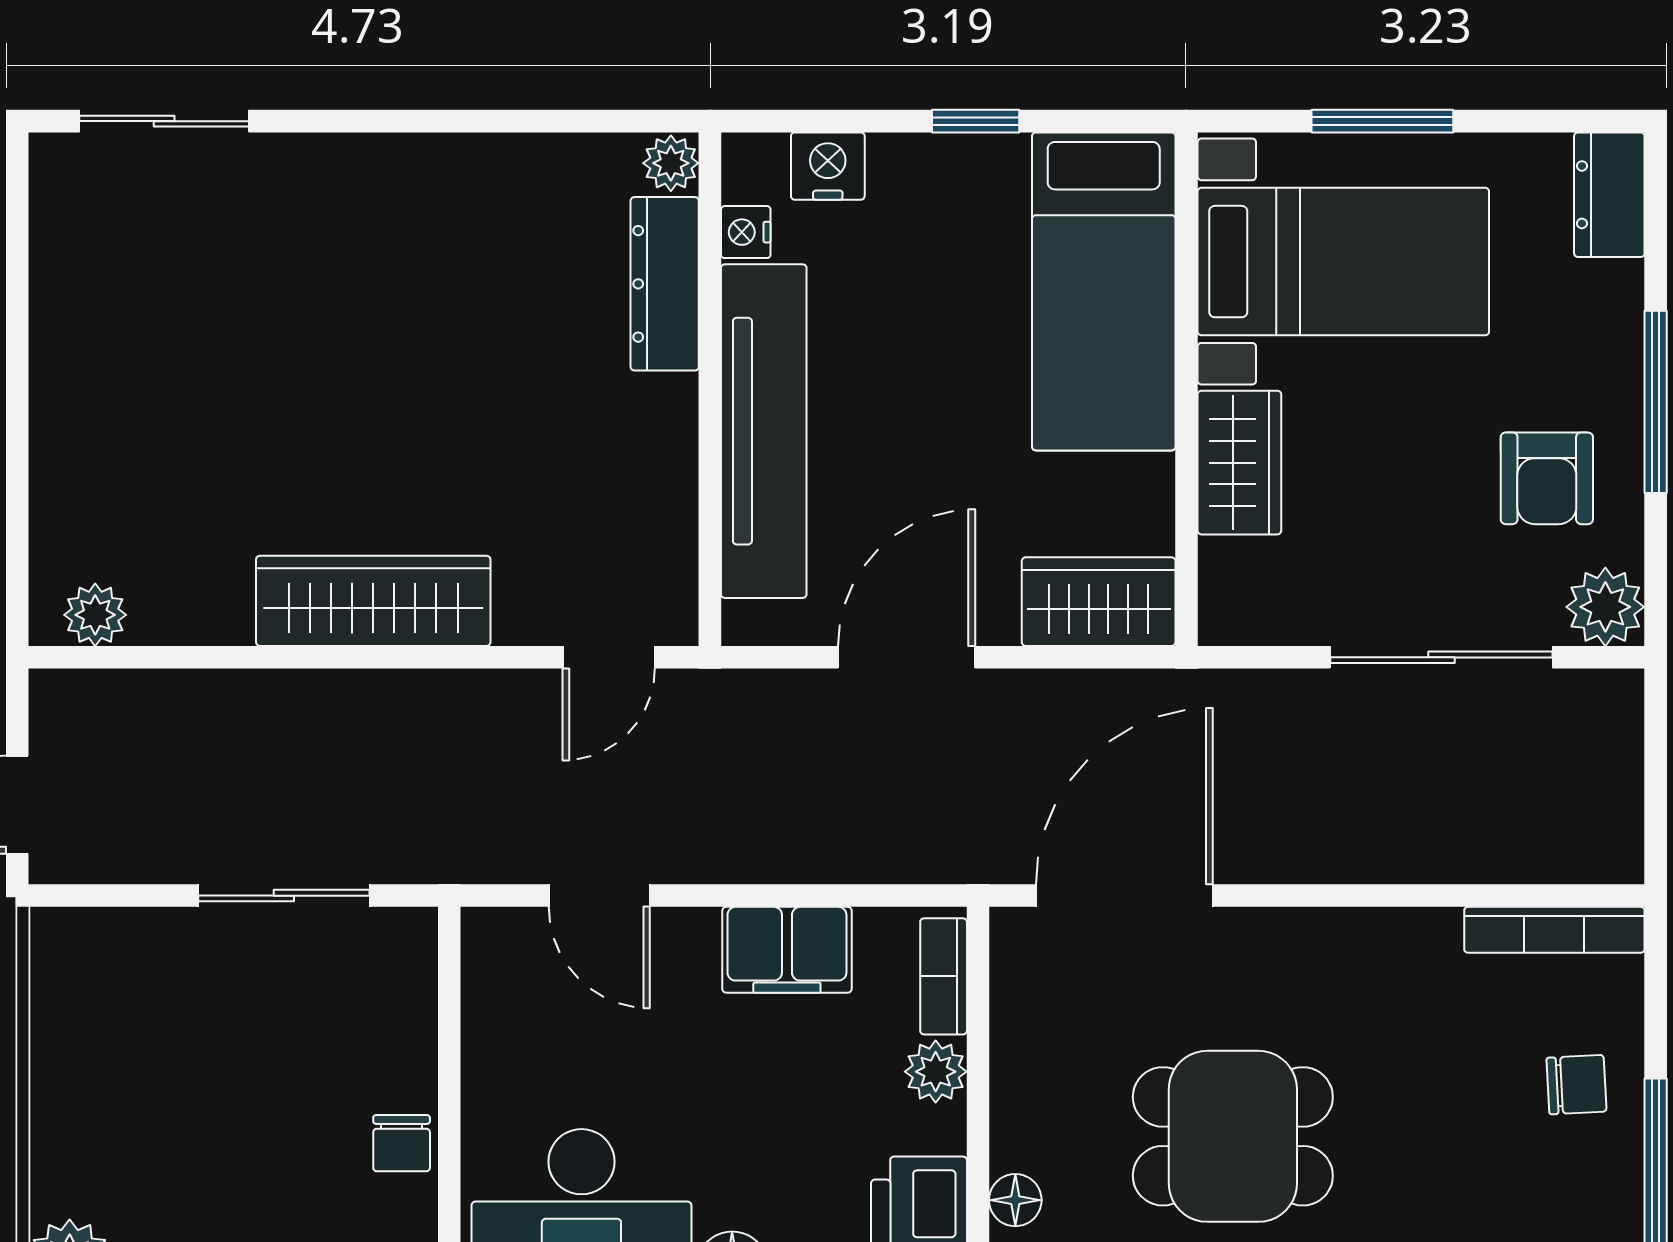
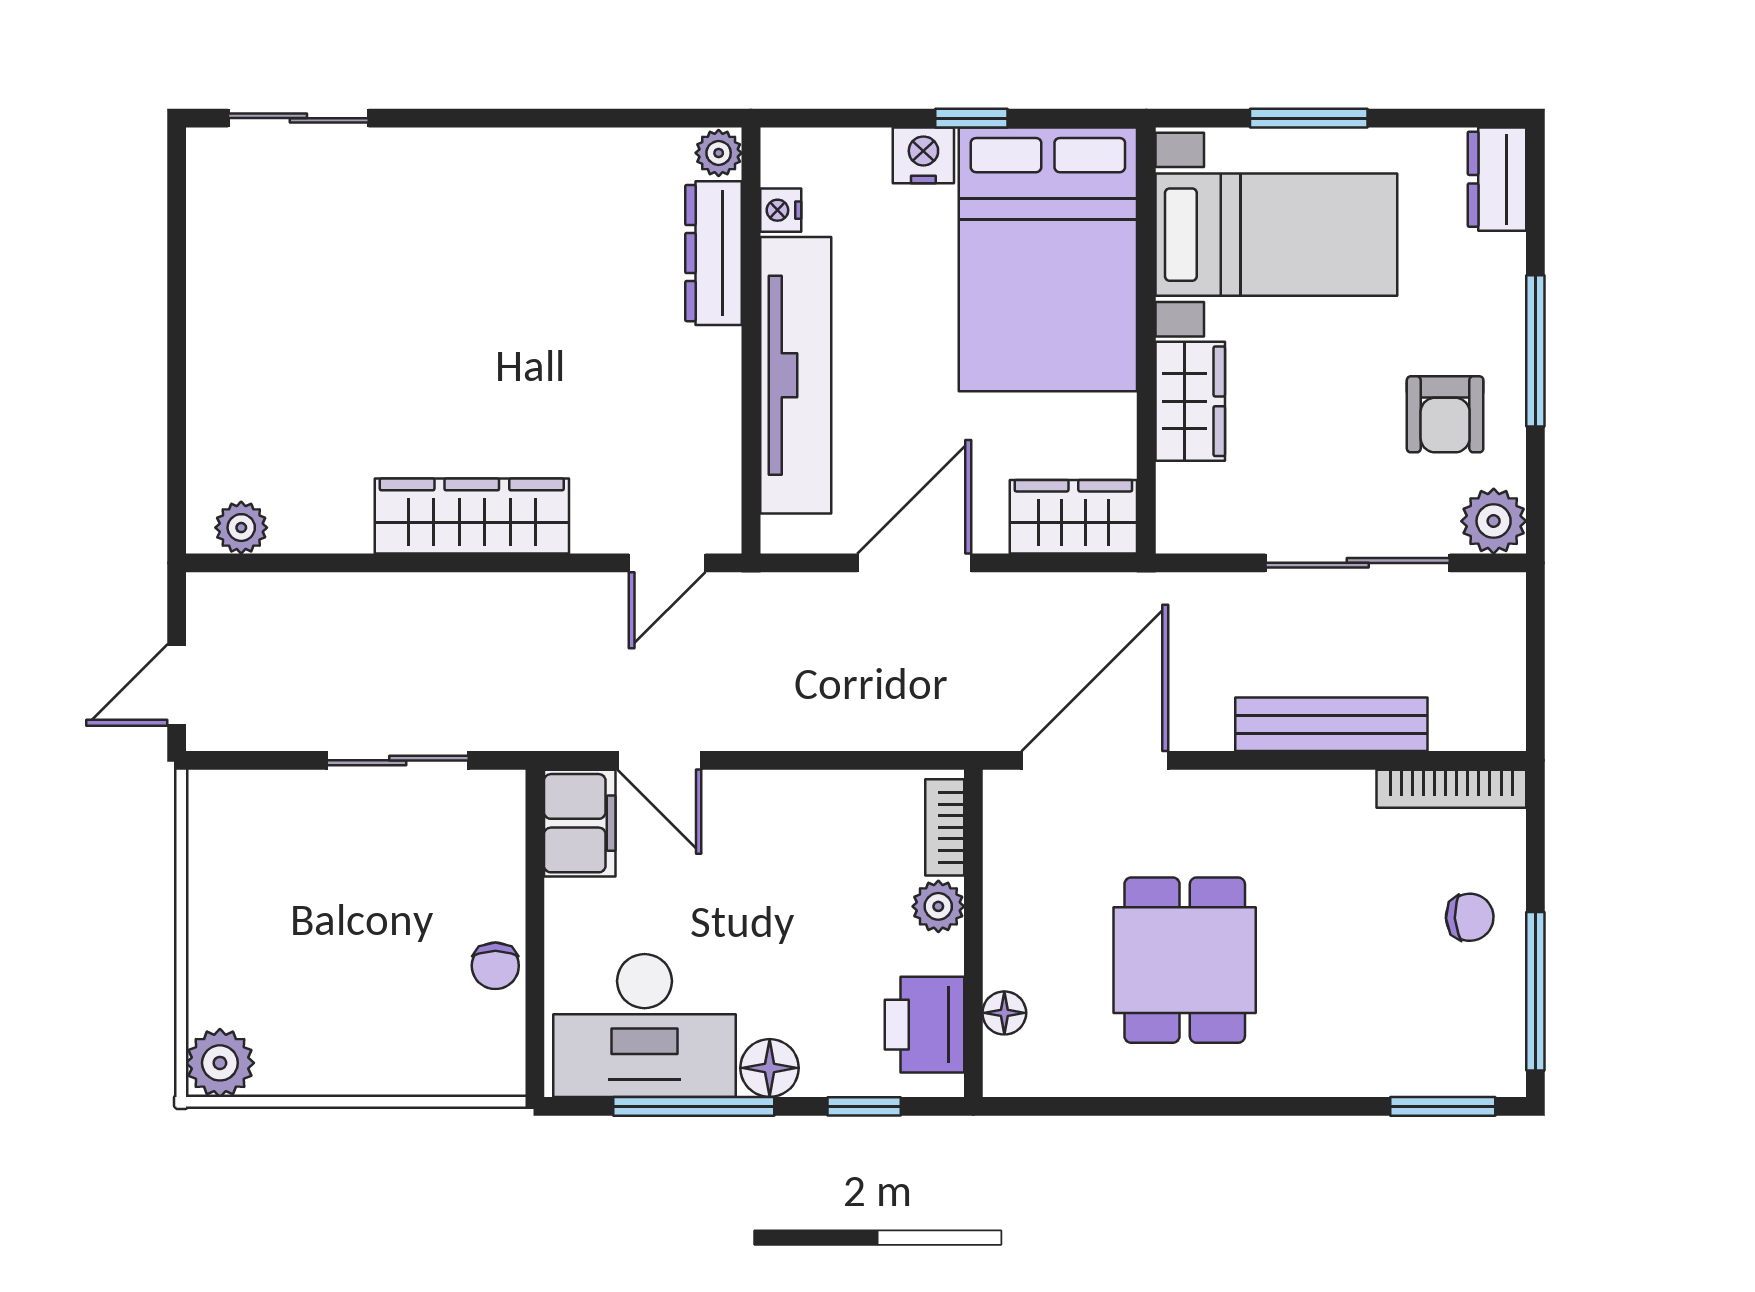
nightstand: (828, 166) -> (923, 155), moved
bed: (1104, 291) -> (1048, 259), width x1.50
bench: (1410, 852) -> (1331, 724), added
filing cabinet: (787, 950) -> (580, 823), moved, turned -90
dining table: (1233, 1136) -> (1185, 960), turned 90

